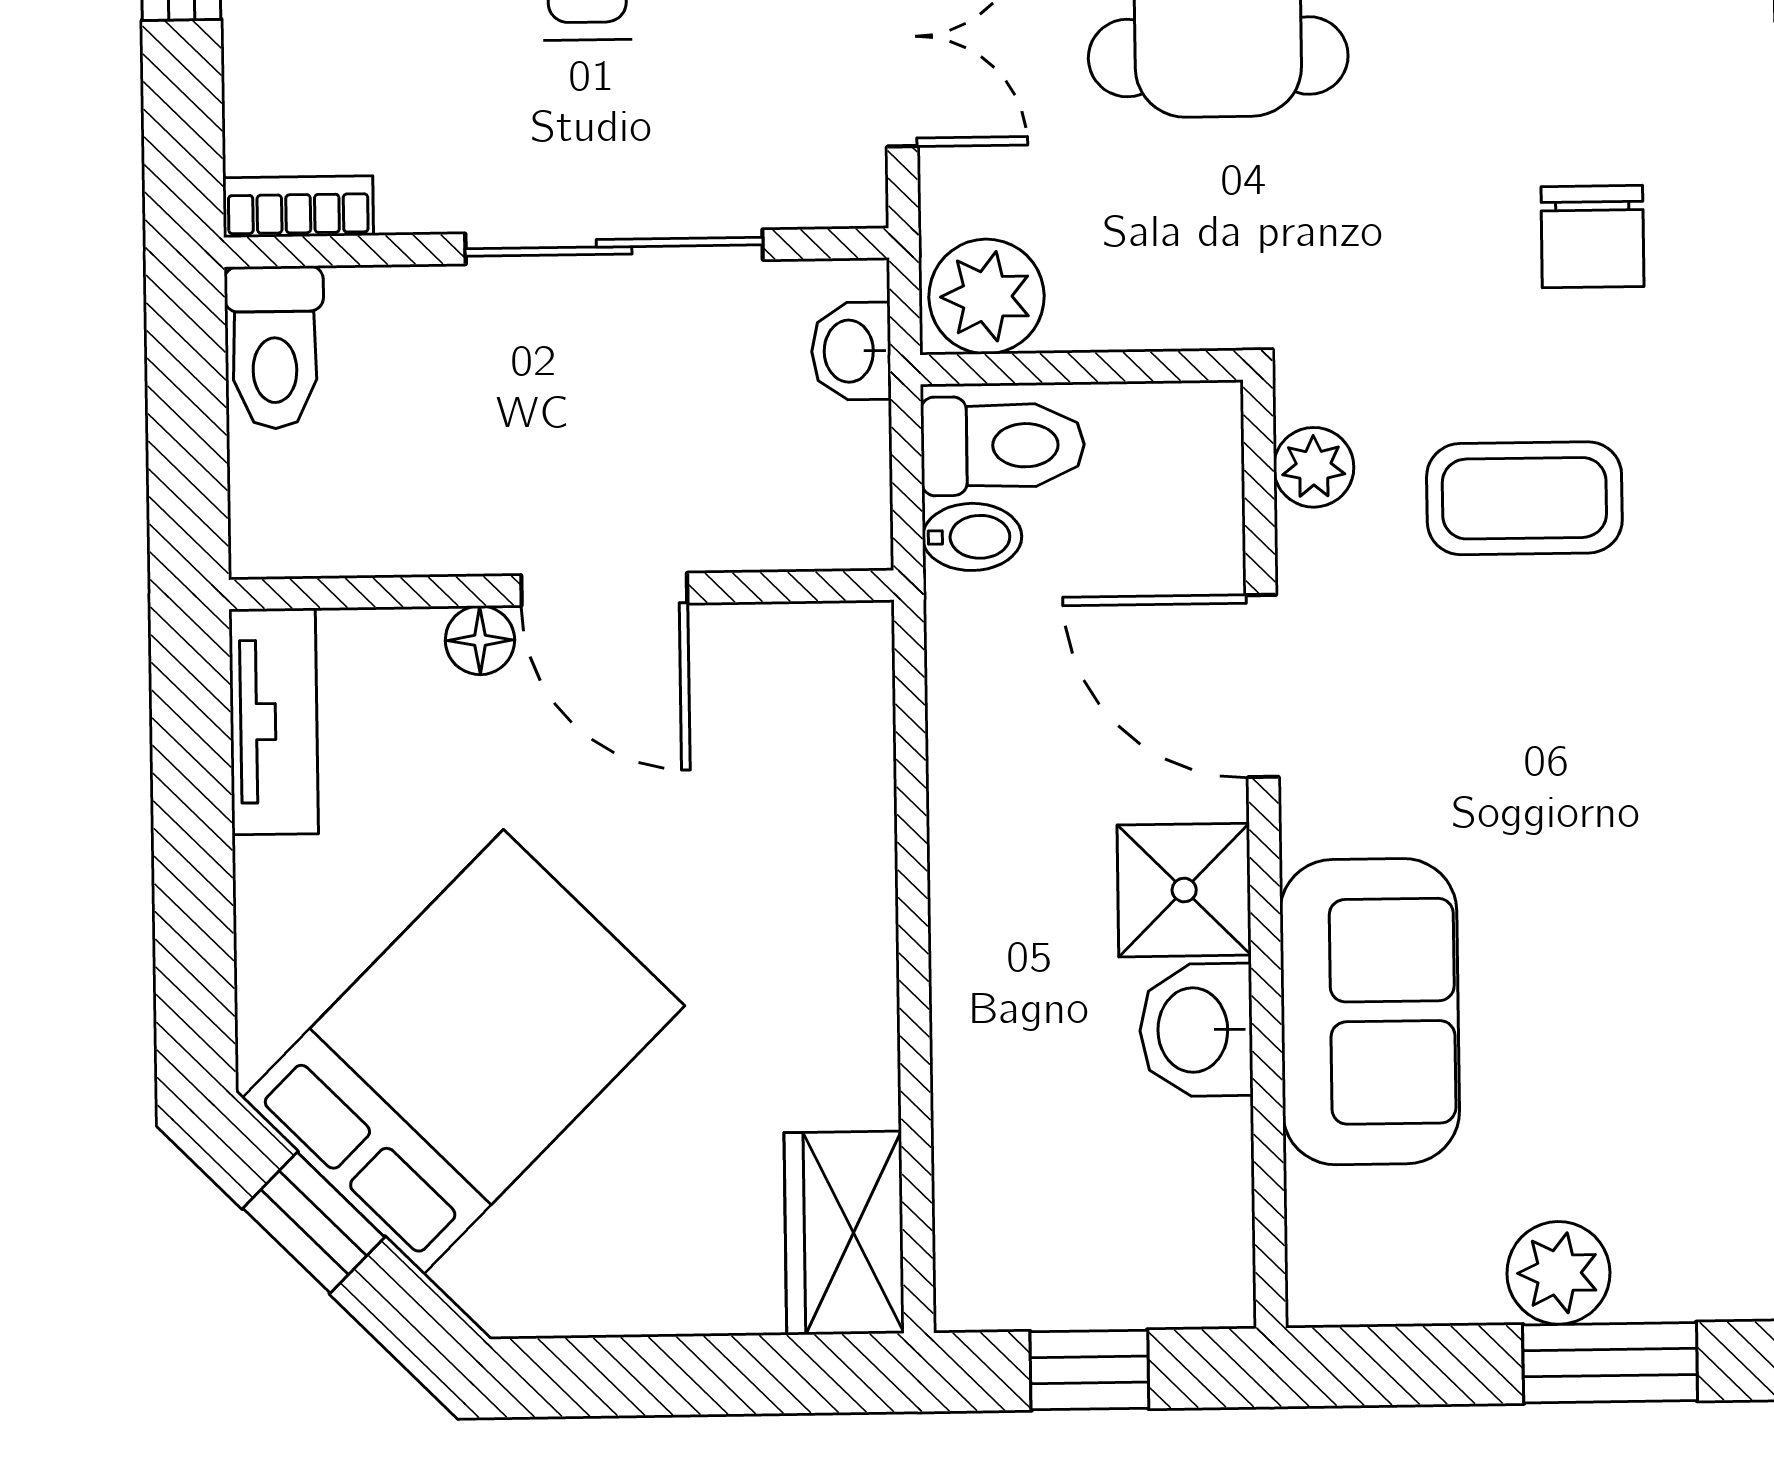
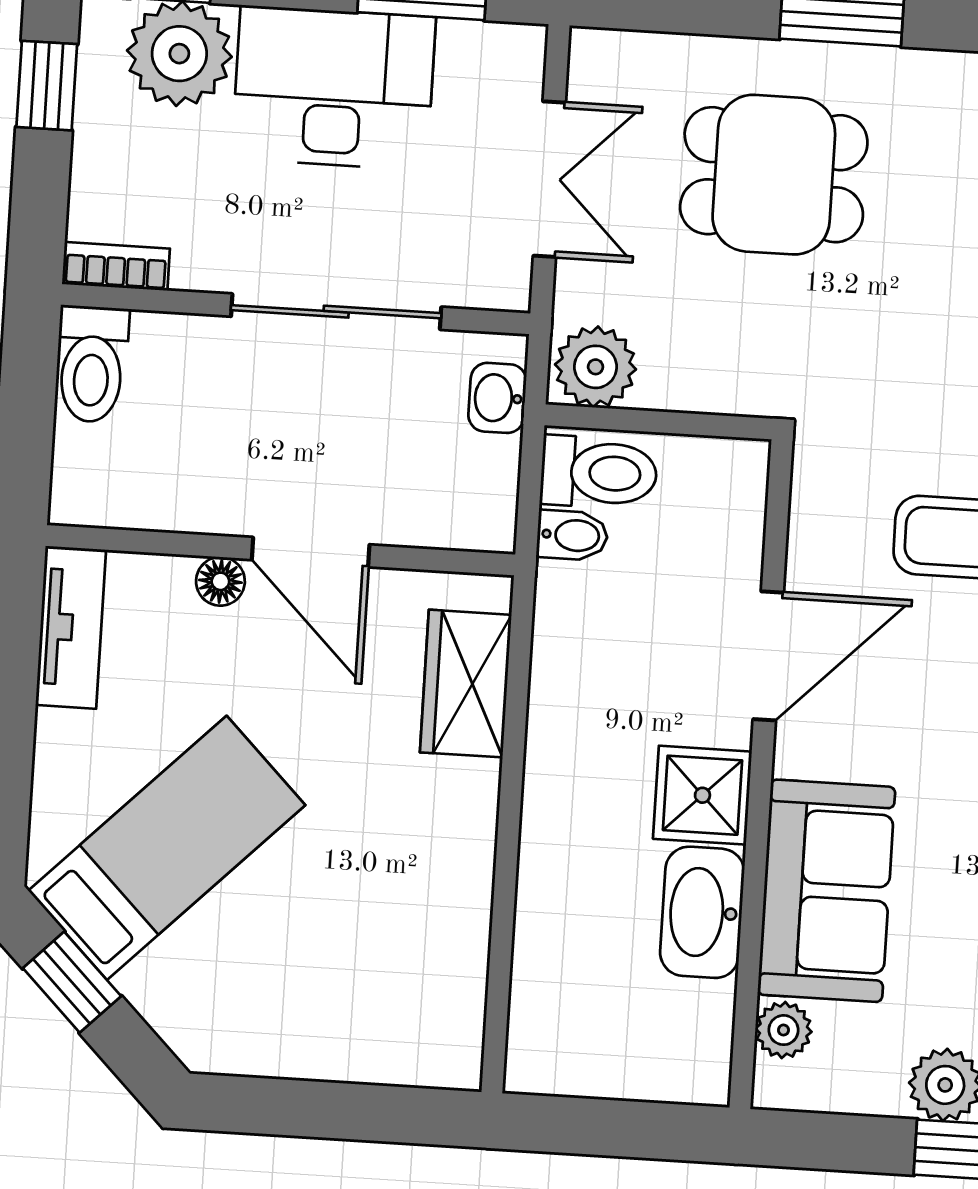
plant: (1314, 467) -> (783, 1030), moved
door: (1262, 686) -> (768, 656), swing flipped
washbasin: (1196, 1030) -> (702, 912), width x1.38
bed: (463, 1052) -> (167, 848), width x0.67
wardrobe: (844, 1233) -> (466, 684), moved
window: (1089, 1370) -> (610, 1128), removed

